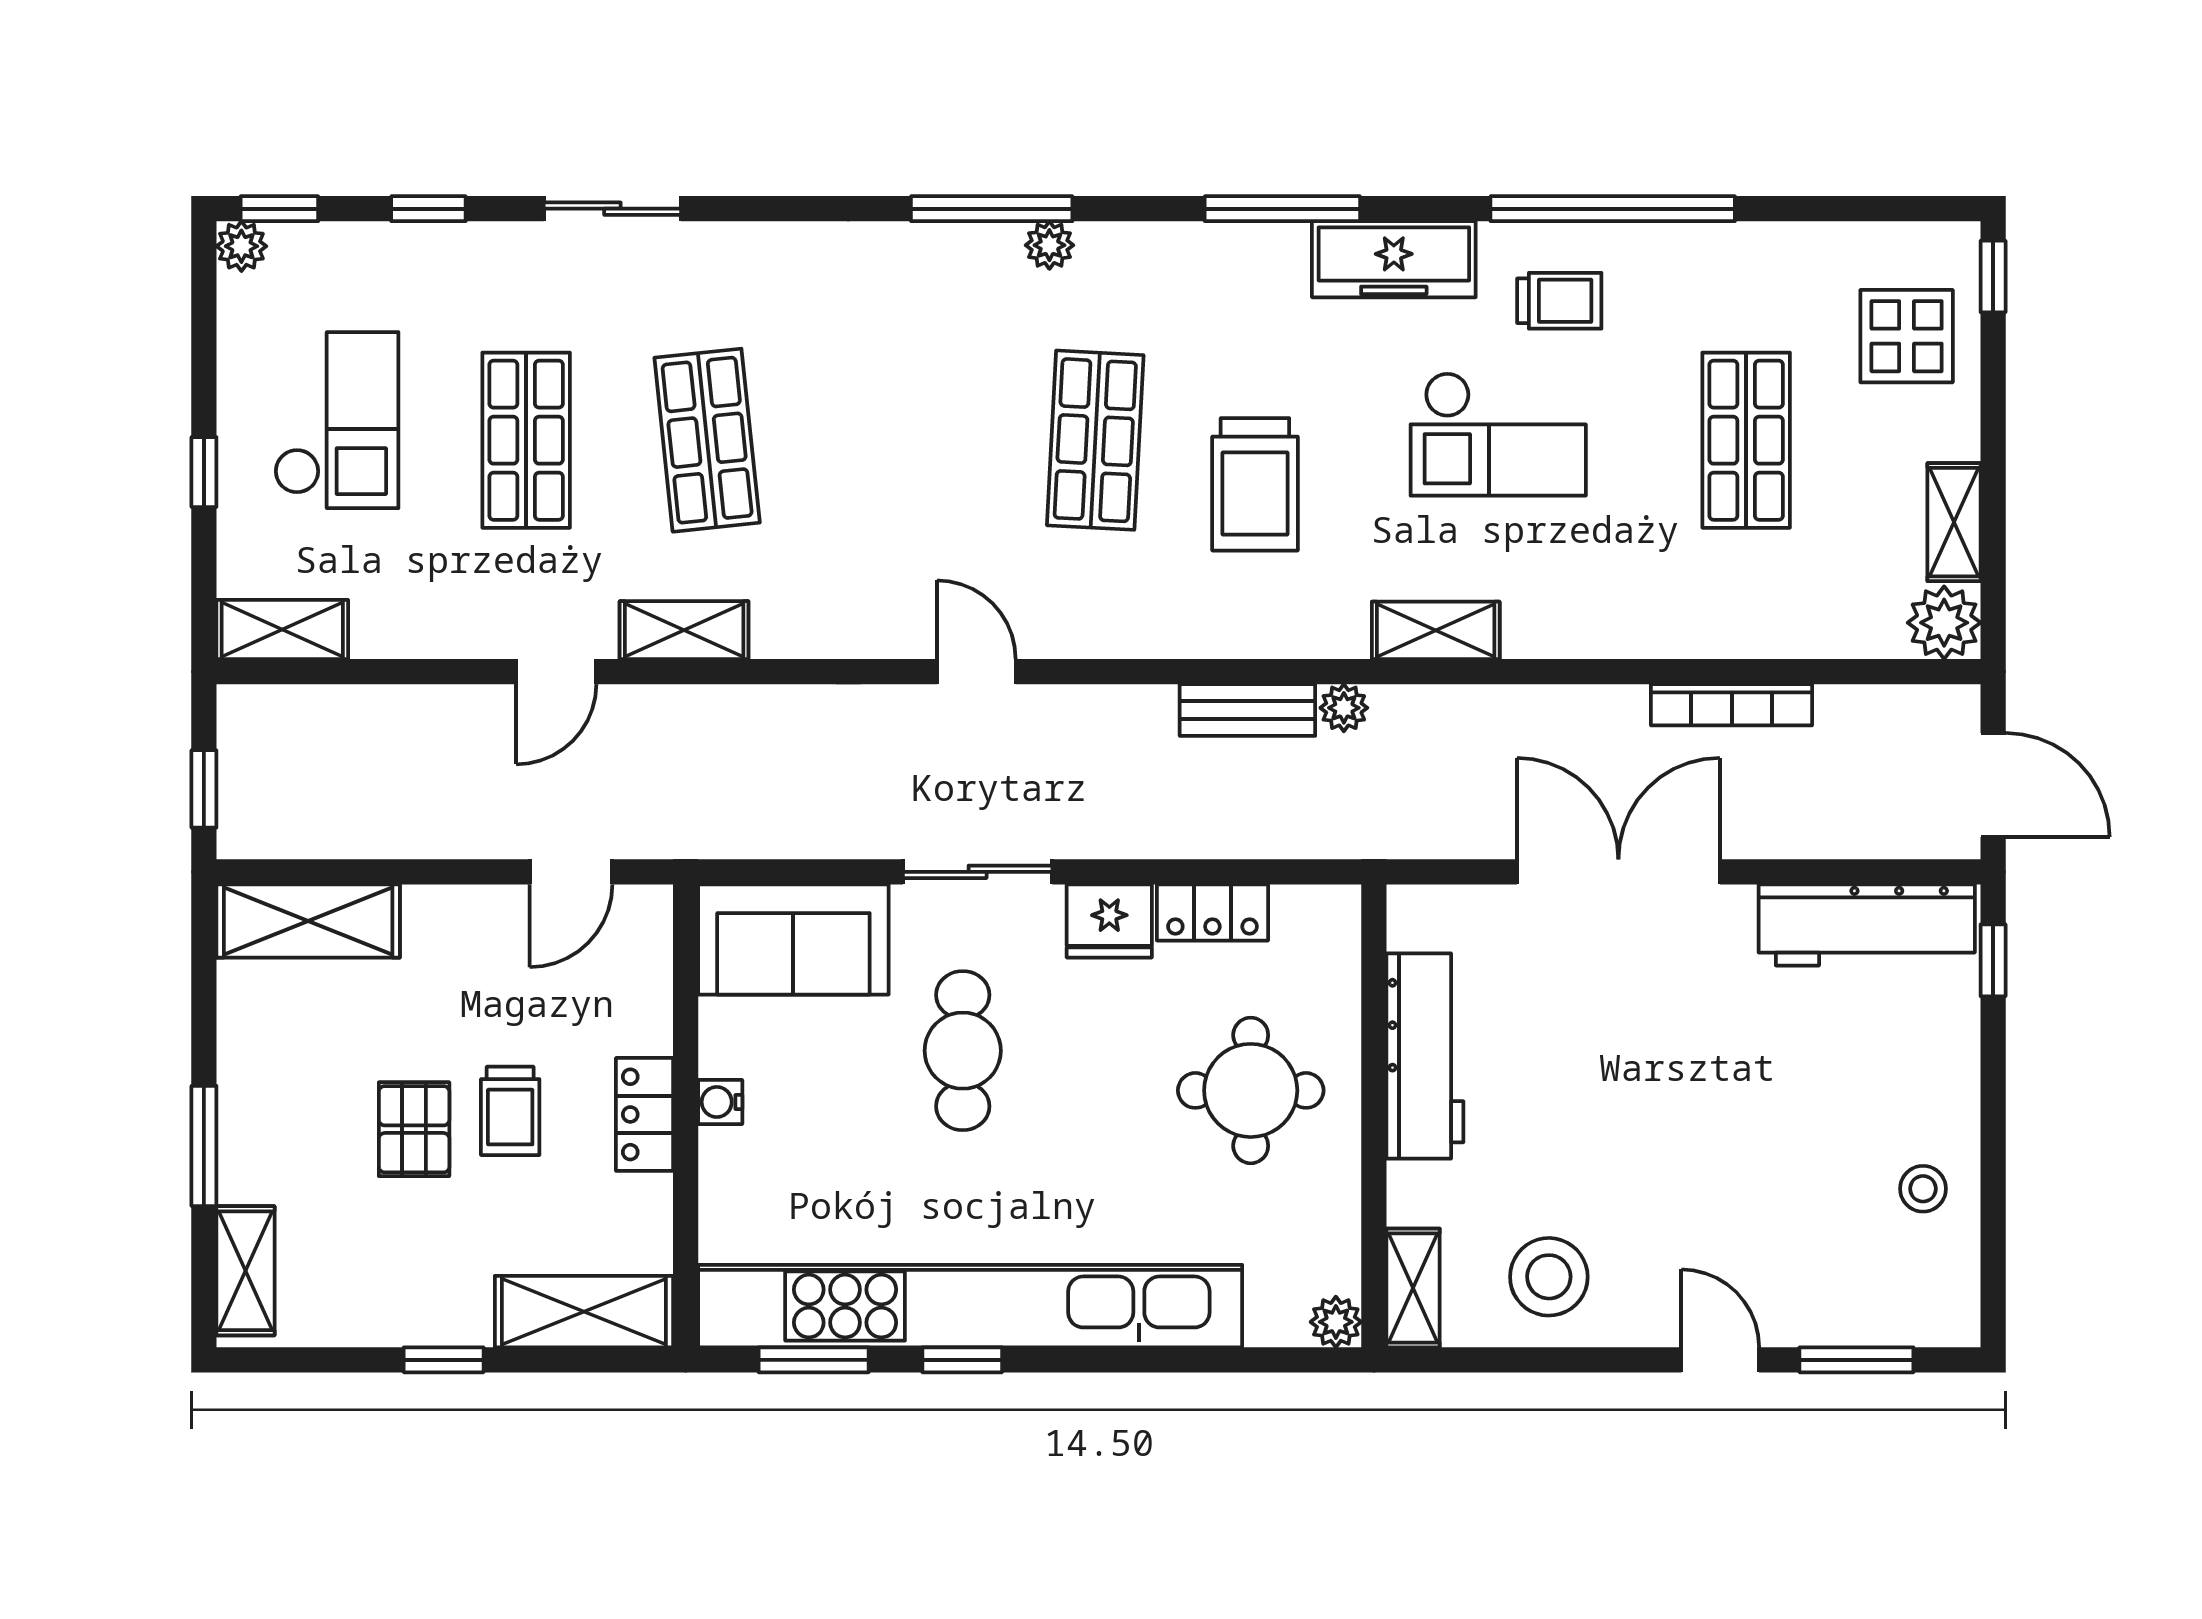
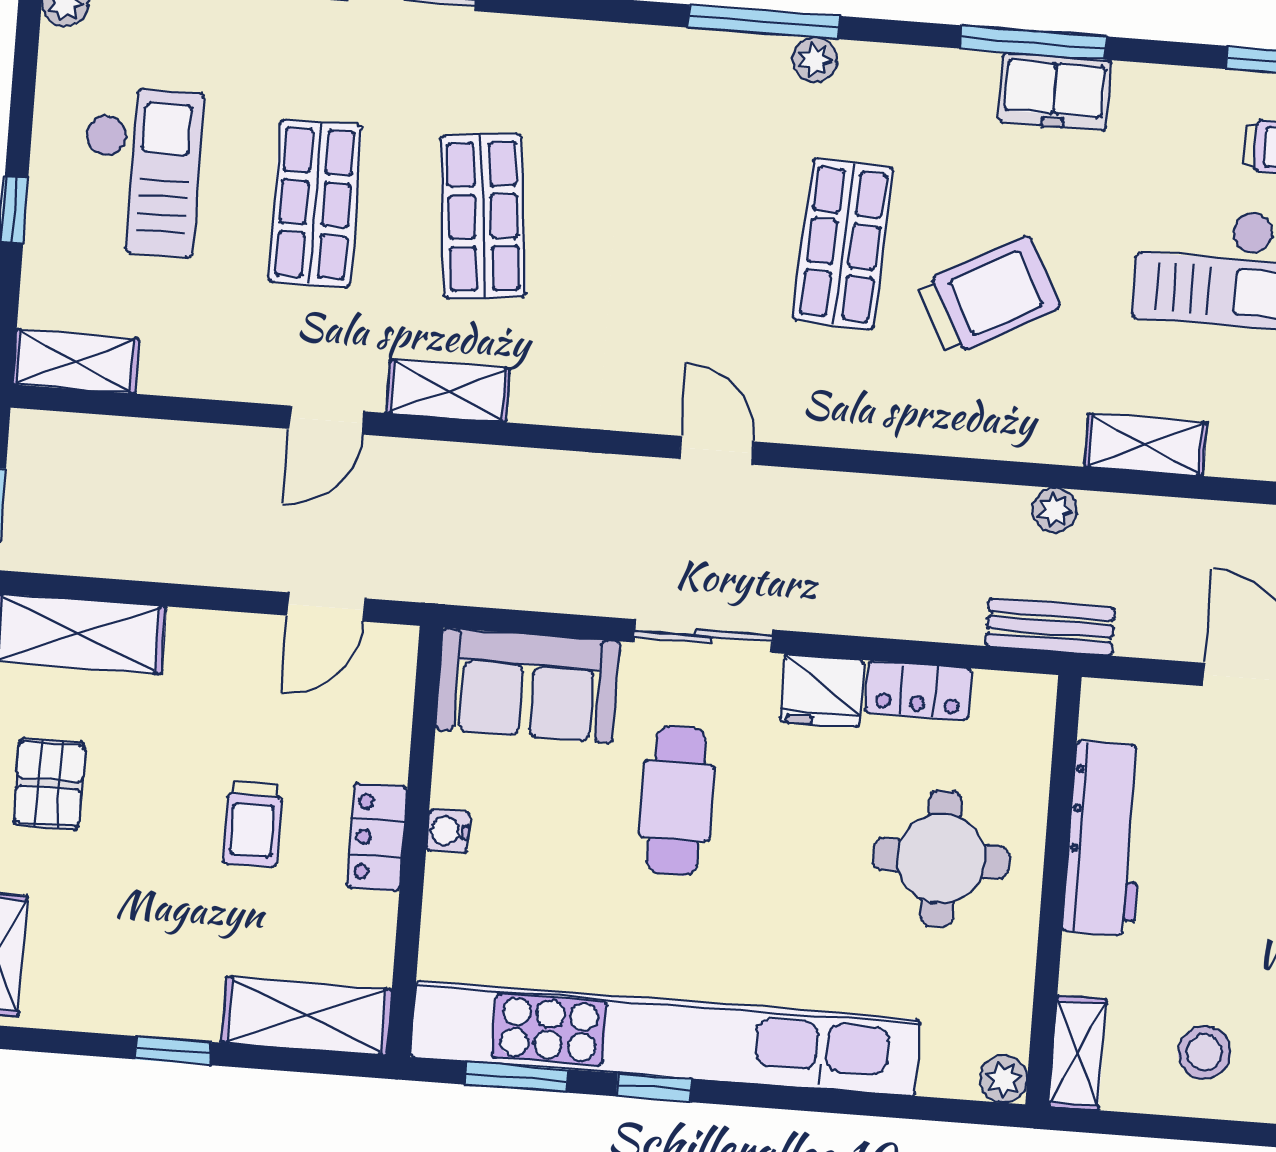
freezer: (1394, 259) -> (1055, 91), moved, width x0.71
trolley: (1255, 484) -> (988, 296), turned -118
bench: (1247, 710) -> (1050, 627), moved
pallet: (414, 1129) -> (49, 784), moved
stool: (1549, 1277) -> (1204, 1052), width x0.73, depth x0.73

